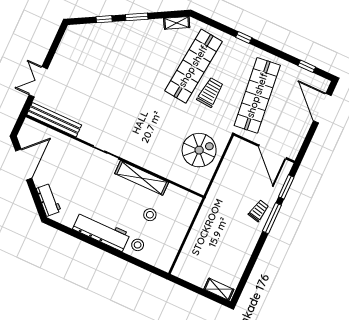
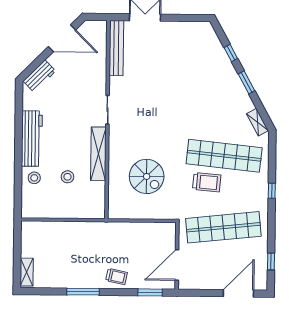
spiral stairs: (199, 150) -> (147, 176), moved
window: (272, 218) -> (83, 292), moved

